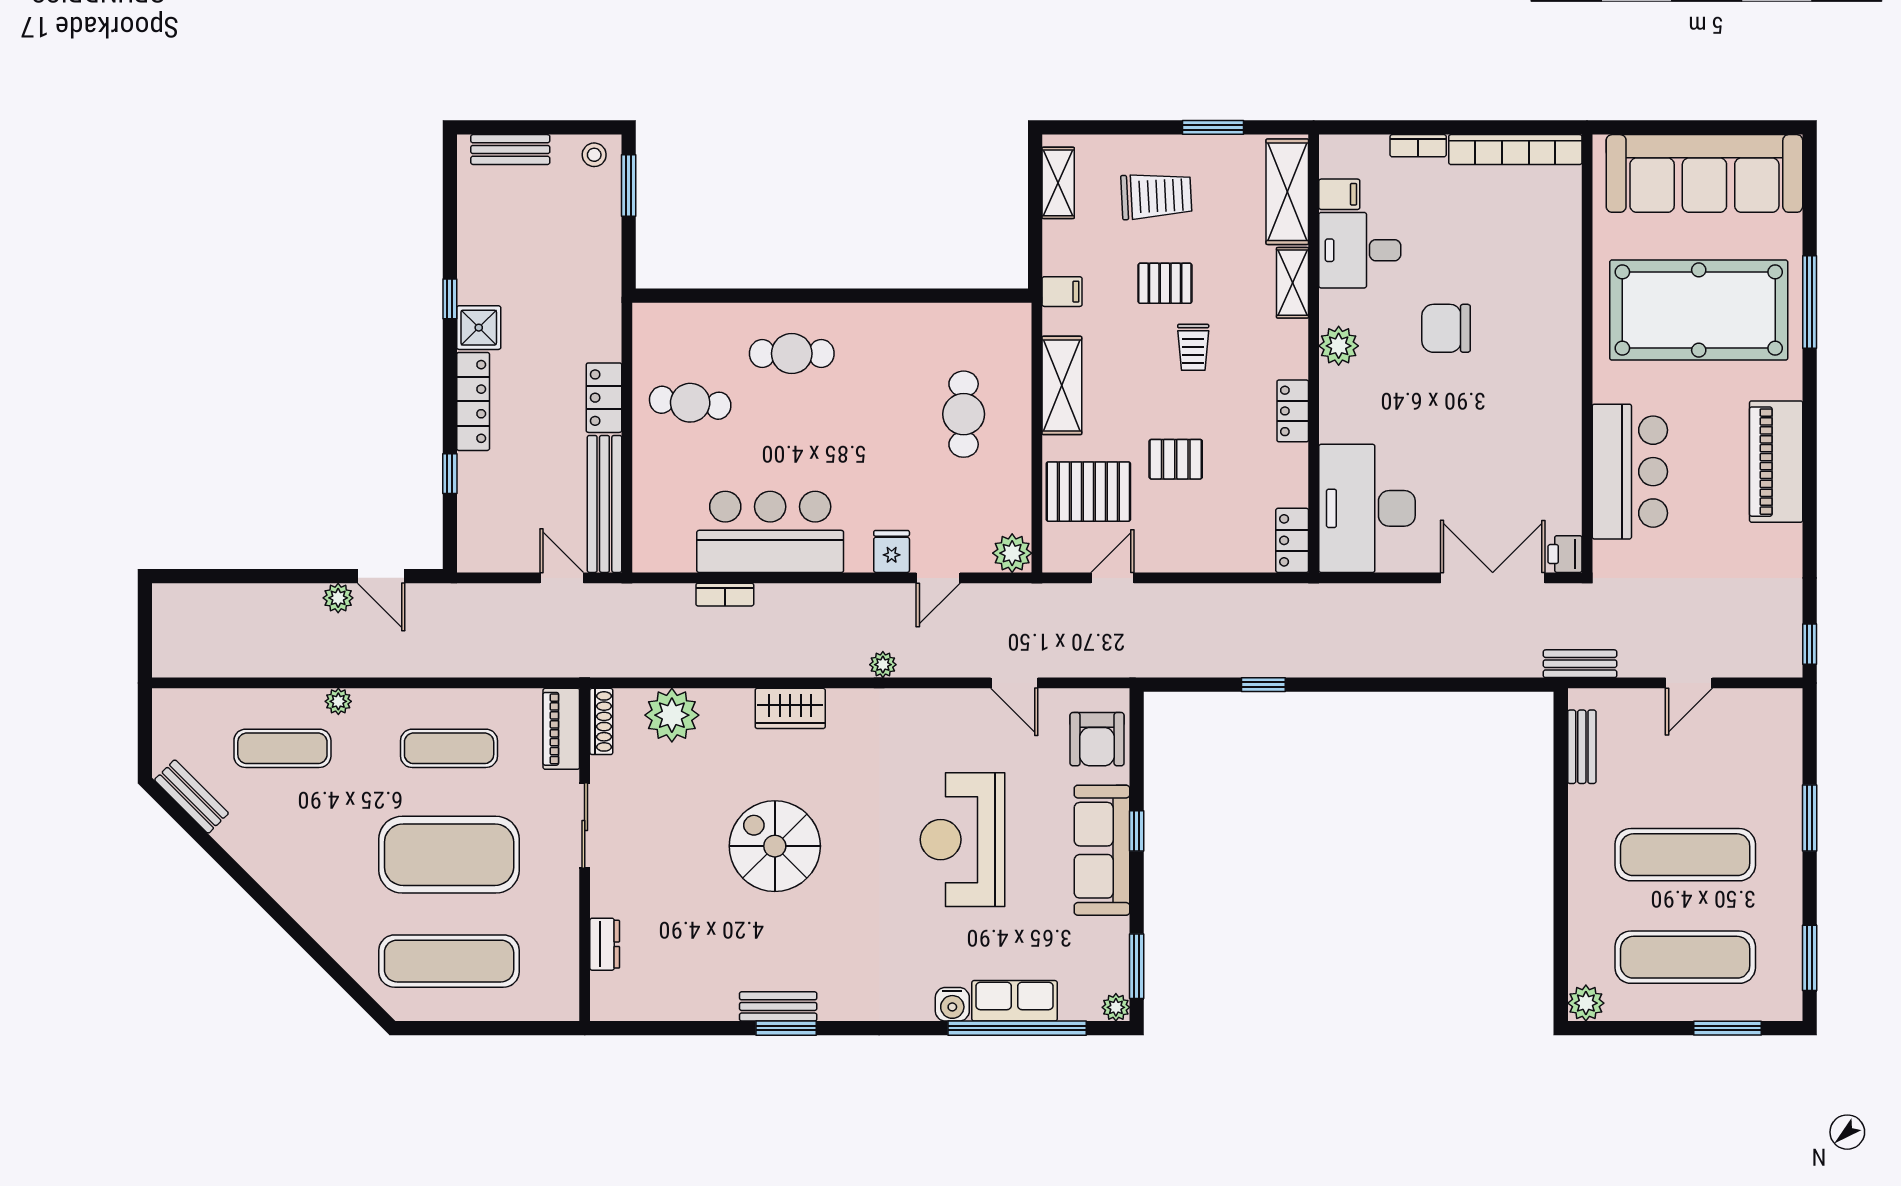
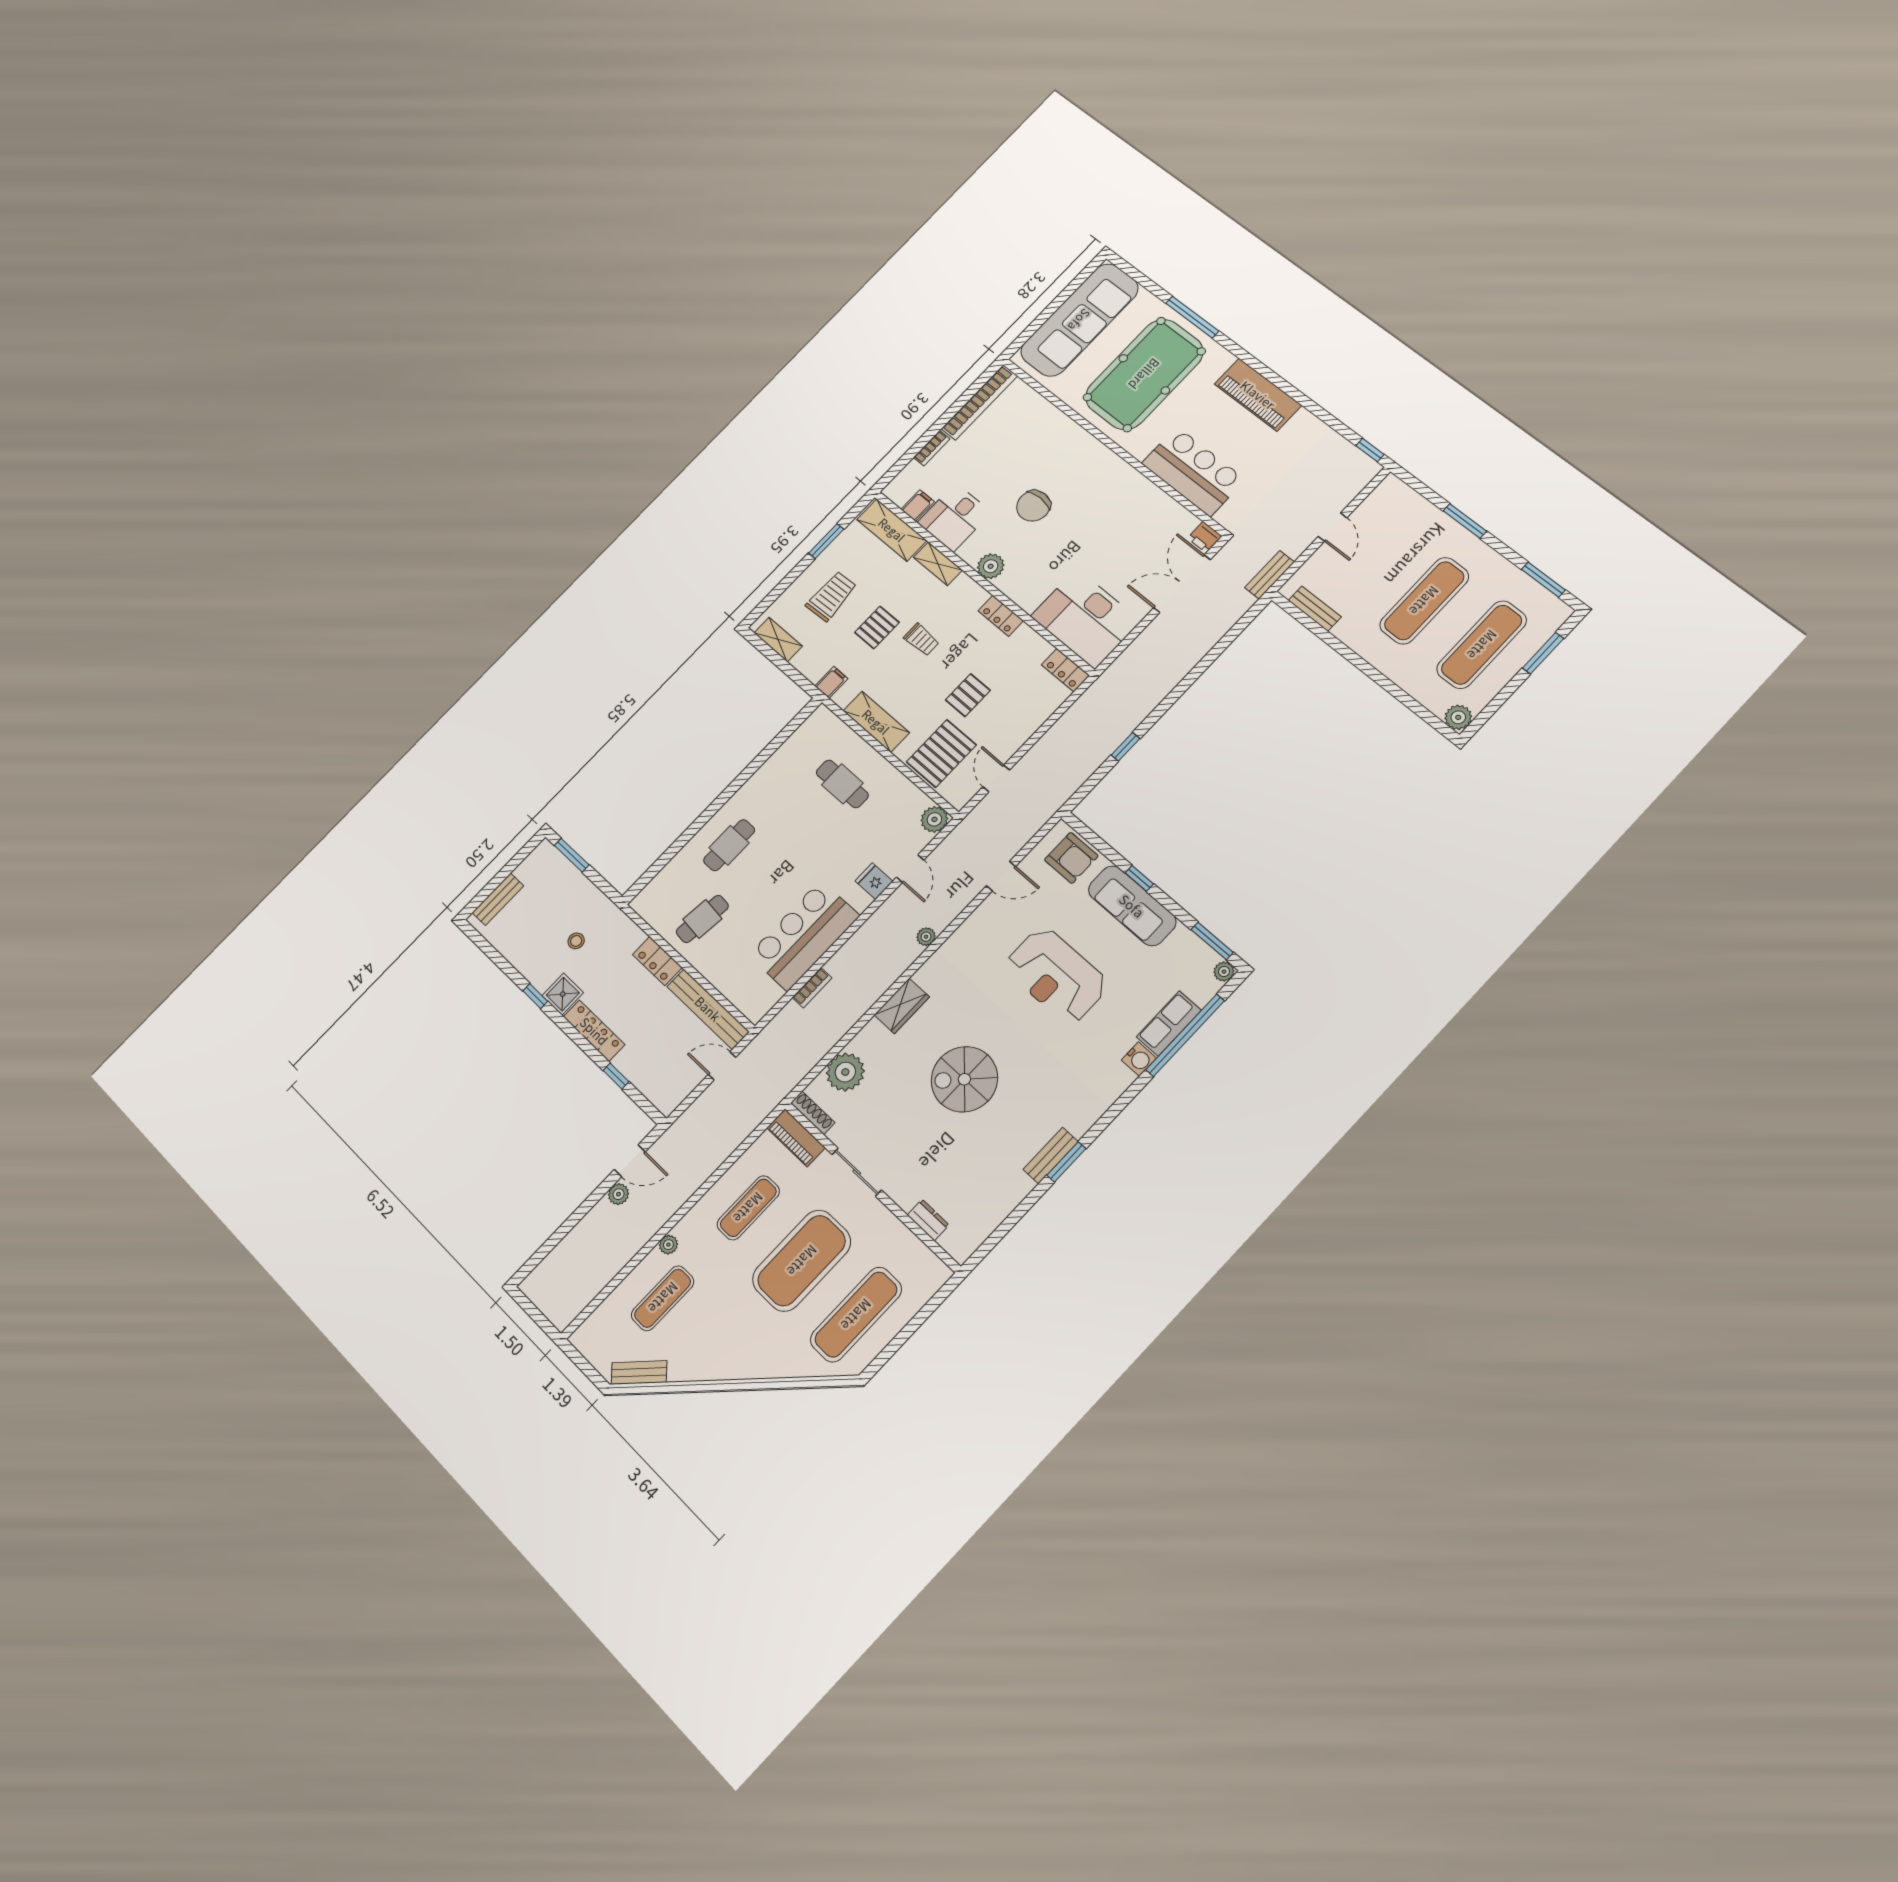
stool: (594, 155) -> (576, 941), moved

